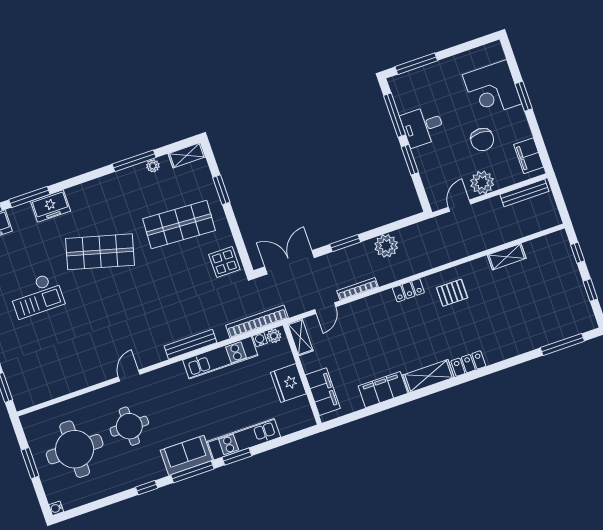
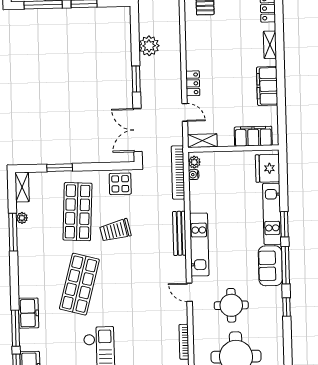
trolley: (171, 273) -> (115, 230), added
bookcase: (358, 289) -> (184, 342), moved
locker: (408, 290) -> (193, 83), moved
kitchen unit: (220, 358) -> (199, 245), moved
shelving: (428, 376) -> (270, 45), width x0.67, depth x0.75
fridge: (288, 383) -> (268, 168), moved, turned 90

